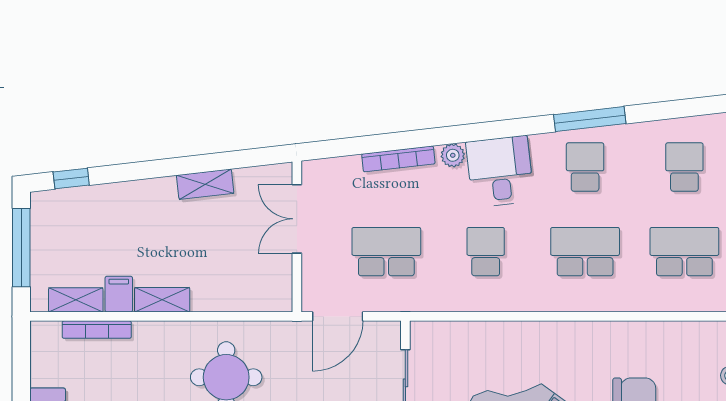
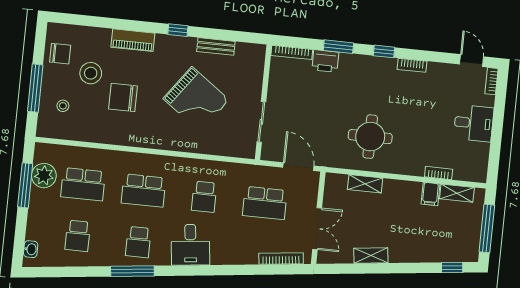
plant: (453, 155) -> (218, 258), removed
bookcase: (398, 159) -> (281, 258), moved
shelving: (162, 300) -> (365, 184), moved
door: (338, 316) -> (298, 167), hinge flipped
bookcase: (97, 330) -> (439, 173), width x0.64

